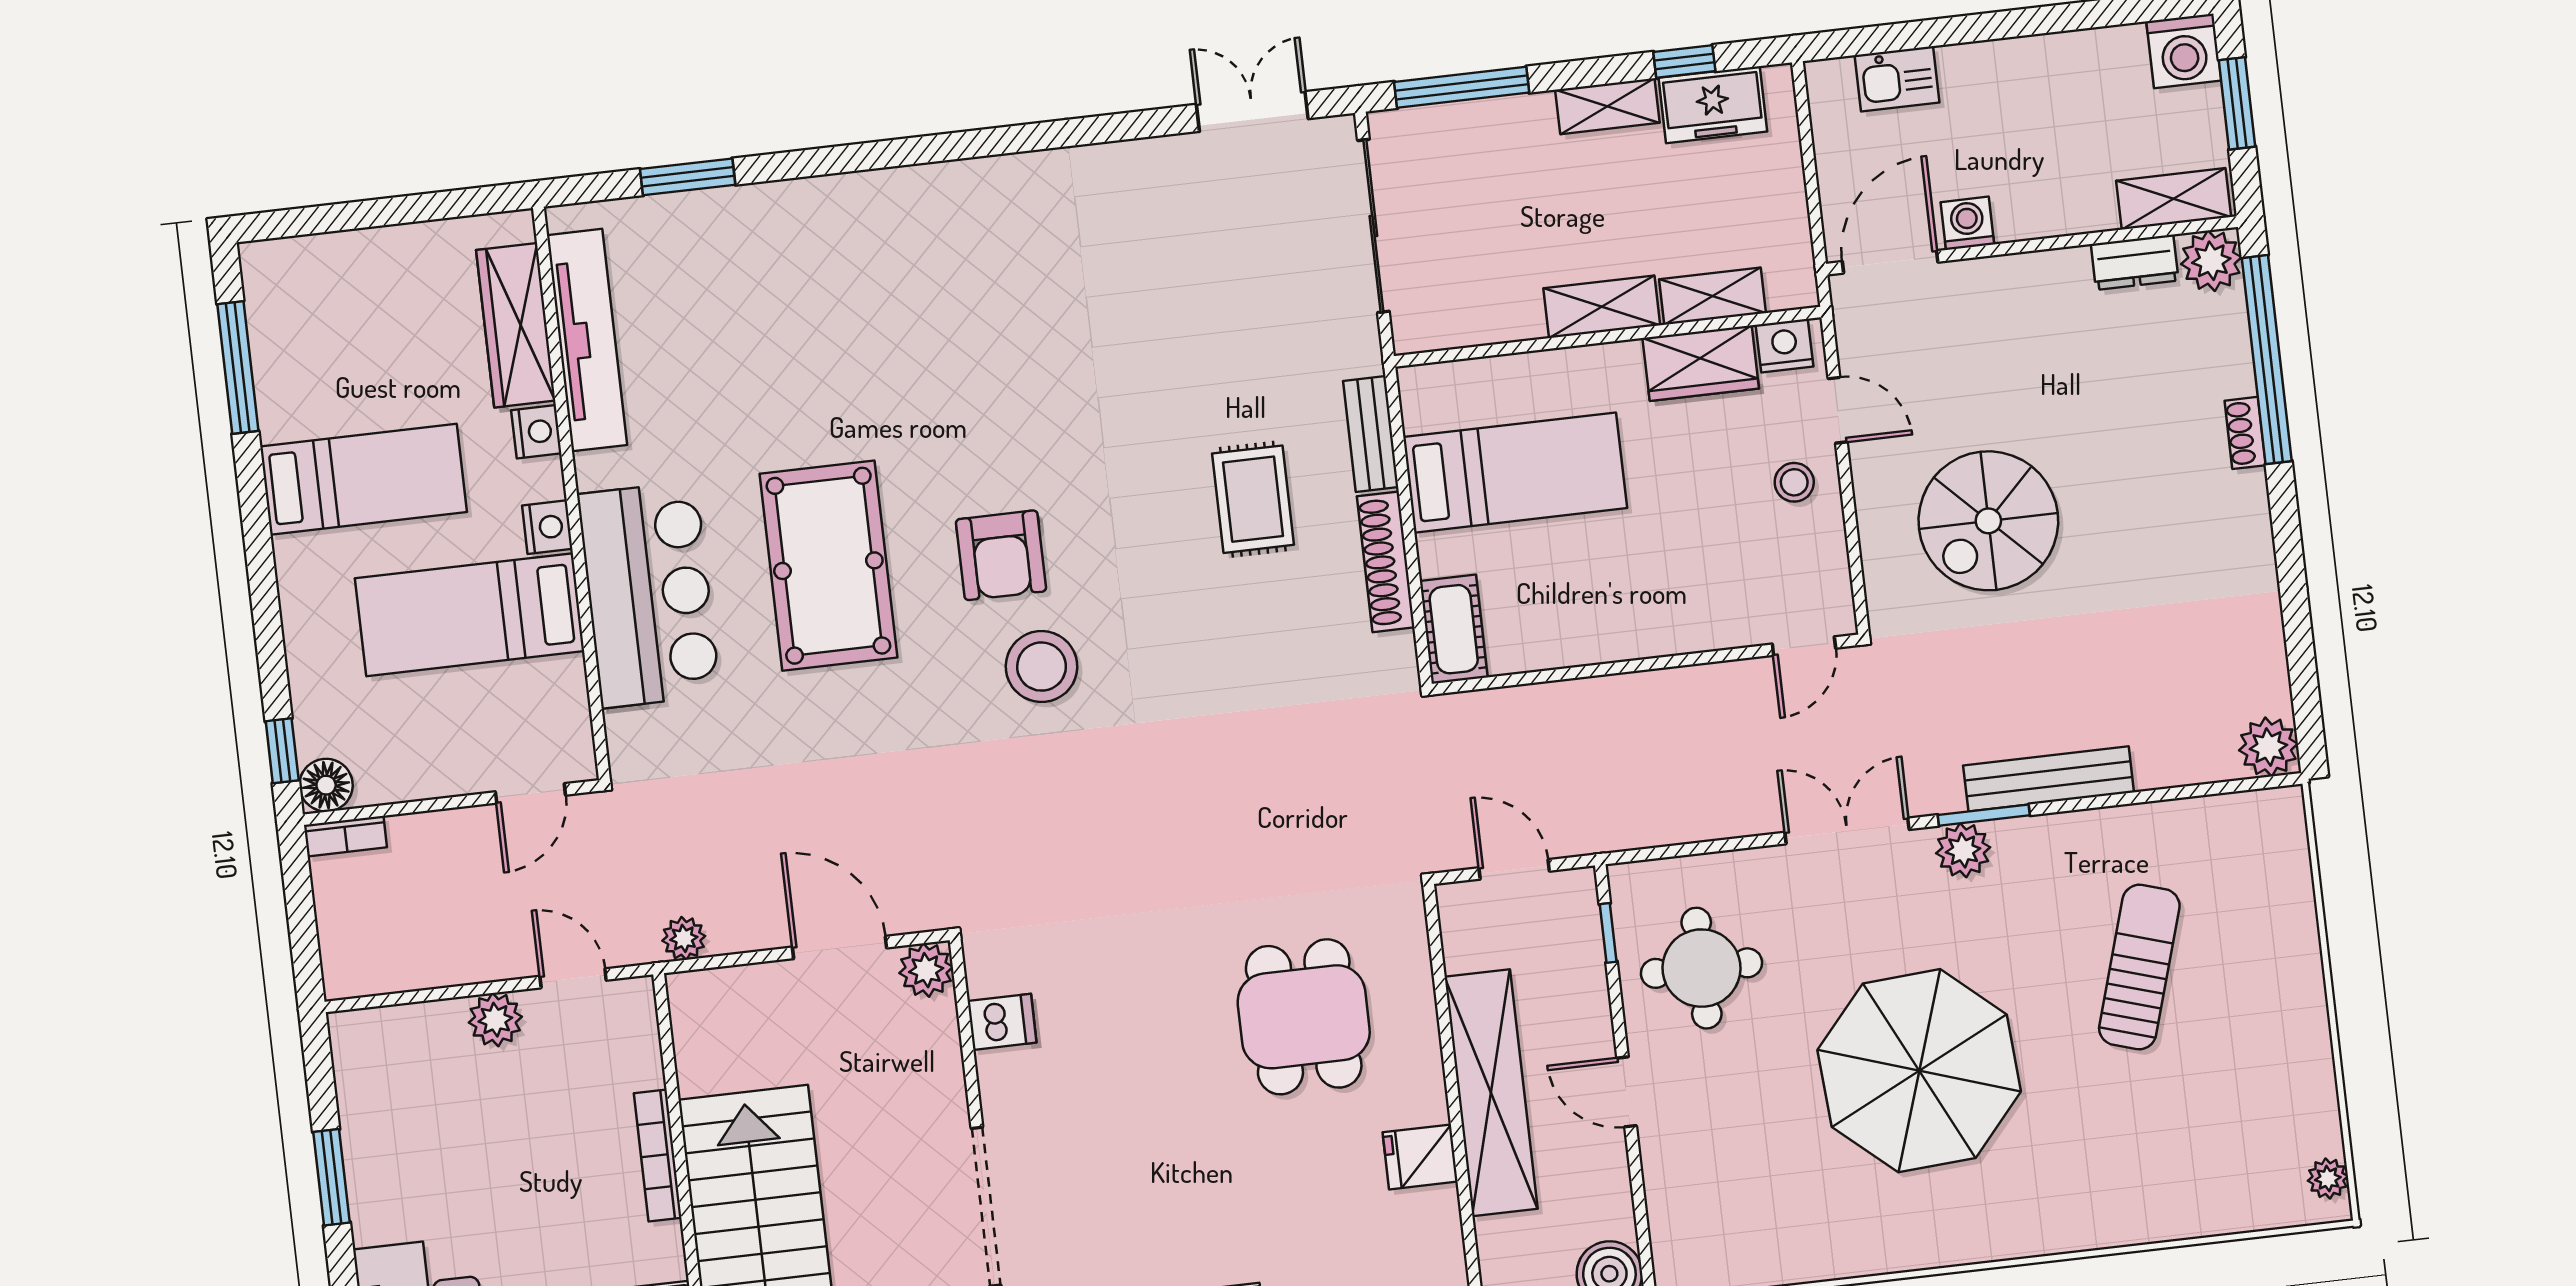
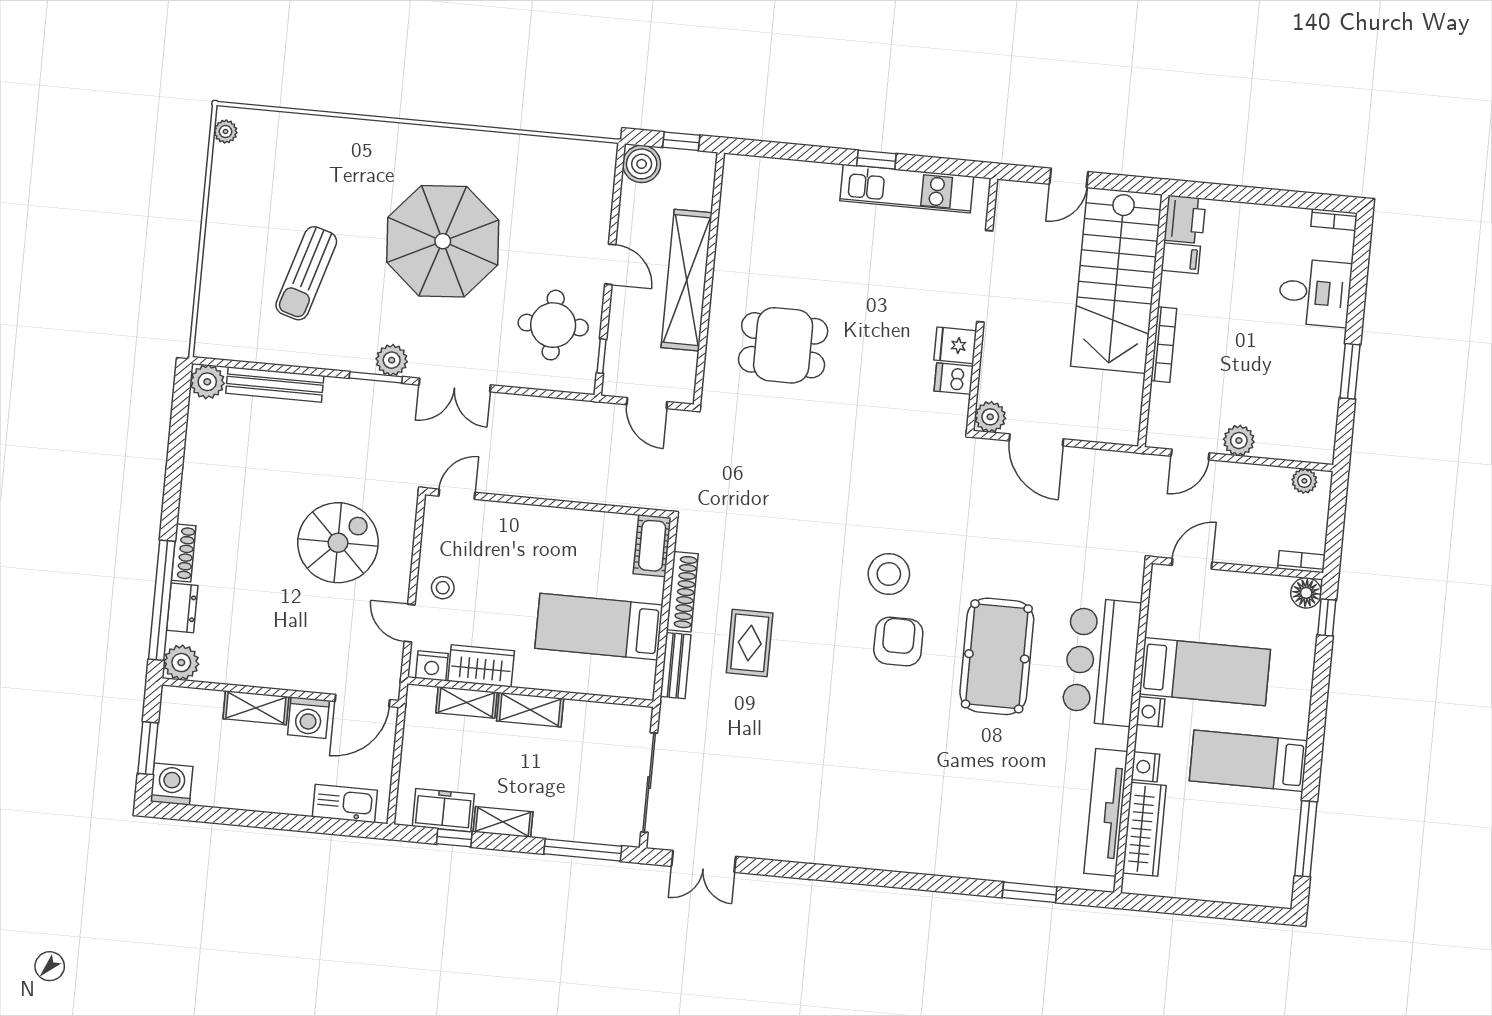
kitchen sink: (1897, 79) -> (345, 803), width x1.38
shelving: (2174, 199) -> (256, 708), moved
washing machine: (1967, 223) -> (308, 718), width x1.38, depth x1.38
dresser: (2135, 262) -> (182, 608), moved, turned 90
shoe rack: (2245, 433) -> (184, 553), width x1.43
bench: (2049, 779) -> (275, 384), moved
plant: (684, 938) -> (1304, 481), moved
door: (573, 978) -> (1190, 454), hinge flipped
dining table: (1304, 1017) -> (783, 345), turned 90
fridge: (1420, 1157) -> (955, 345), moved, turned 180

